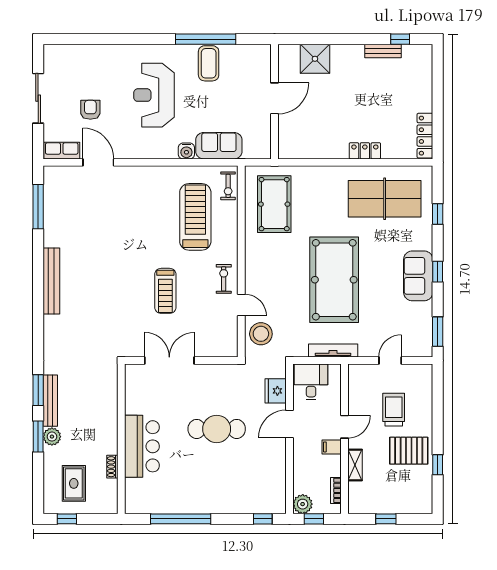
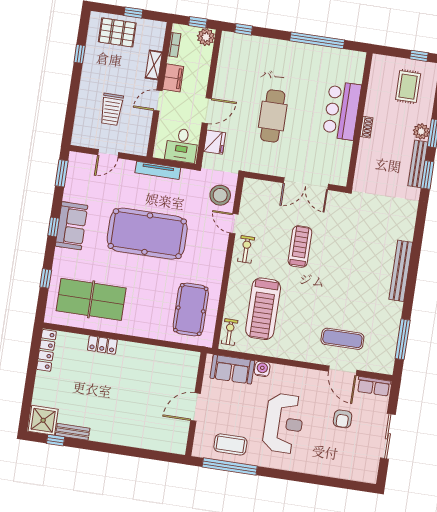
shower: (315, 59) -> (43, 420), moved
coffee table: (209, 63) -> (230, 444), turned 90
door: (275, 98) -> (196, 407), moved
wall: (275, 102) -> (196, 404), moved
exercise mat: (104, 197) -> (342, 339), added
exercise bike: (224, 279) -> (246, 249), turned 180
pool table: (334, 280) -> (147, 234), turned 90
cafe table: (217, 429) -> (273, 116), turned 90
filing cabinet: (332, 447) -> (173, 78), width x2.00
pallet: (409, 451) -> (117, 32), moved
shoe rack: (112, 467) -> (366, 127), moved

